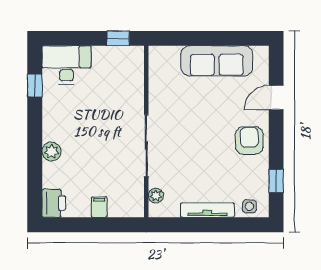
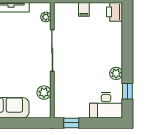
plant: (159, 83) -> (44, 93), added
plant: (52, 152) -> (116, 73), moved

